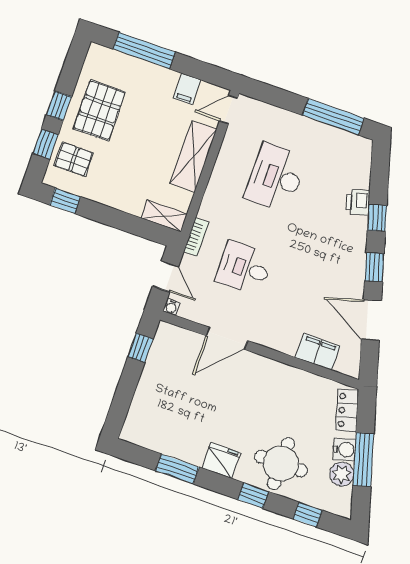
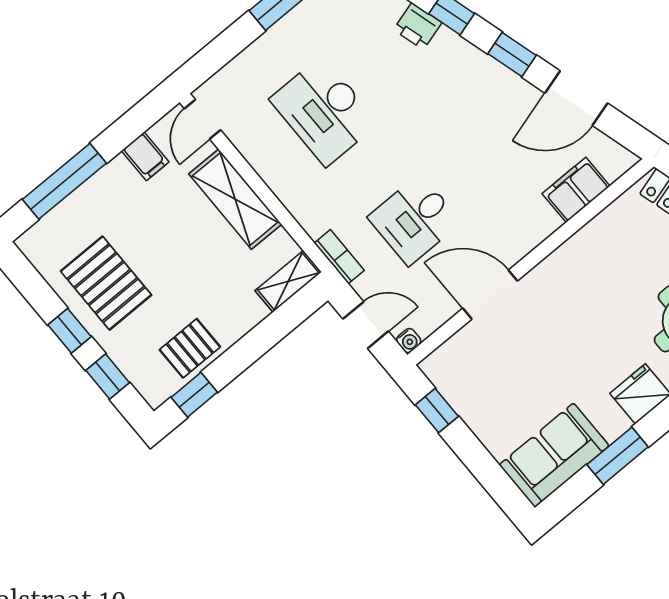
pallet: (74, 159) -> (190, 348), moved
door: (227, 338) -> (490, 295), swing flipped
sofa: (155, 432) -> (554, 455), added

